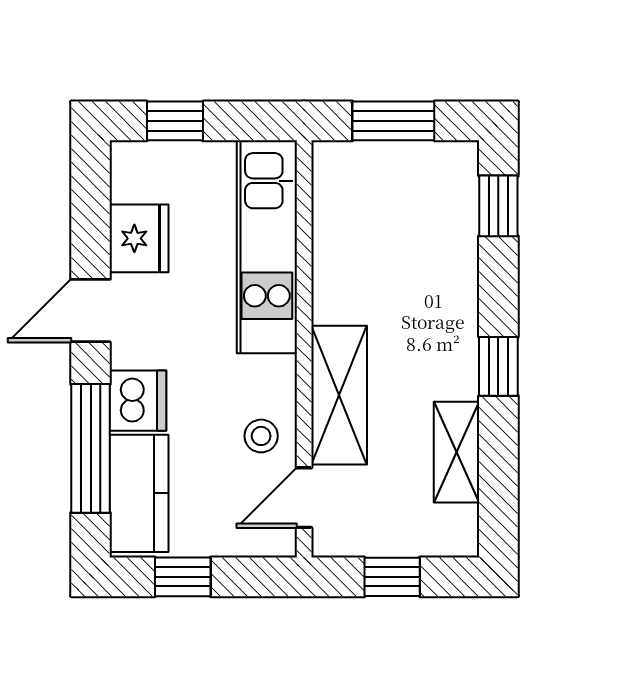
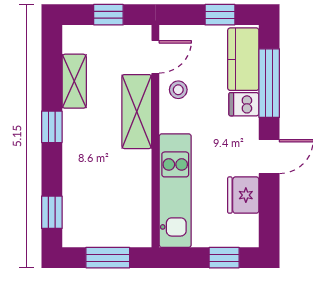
dishwasher: (138, 401) -> (244, 104), width x0.73

